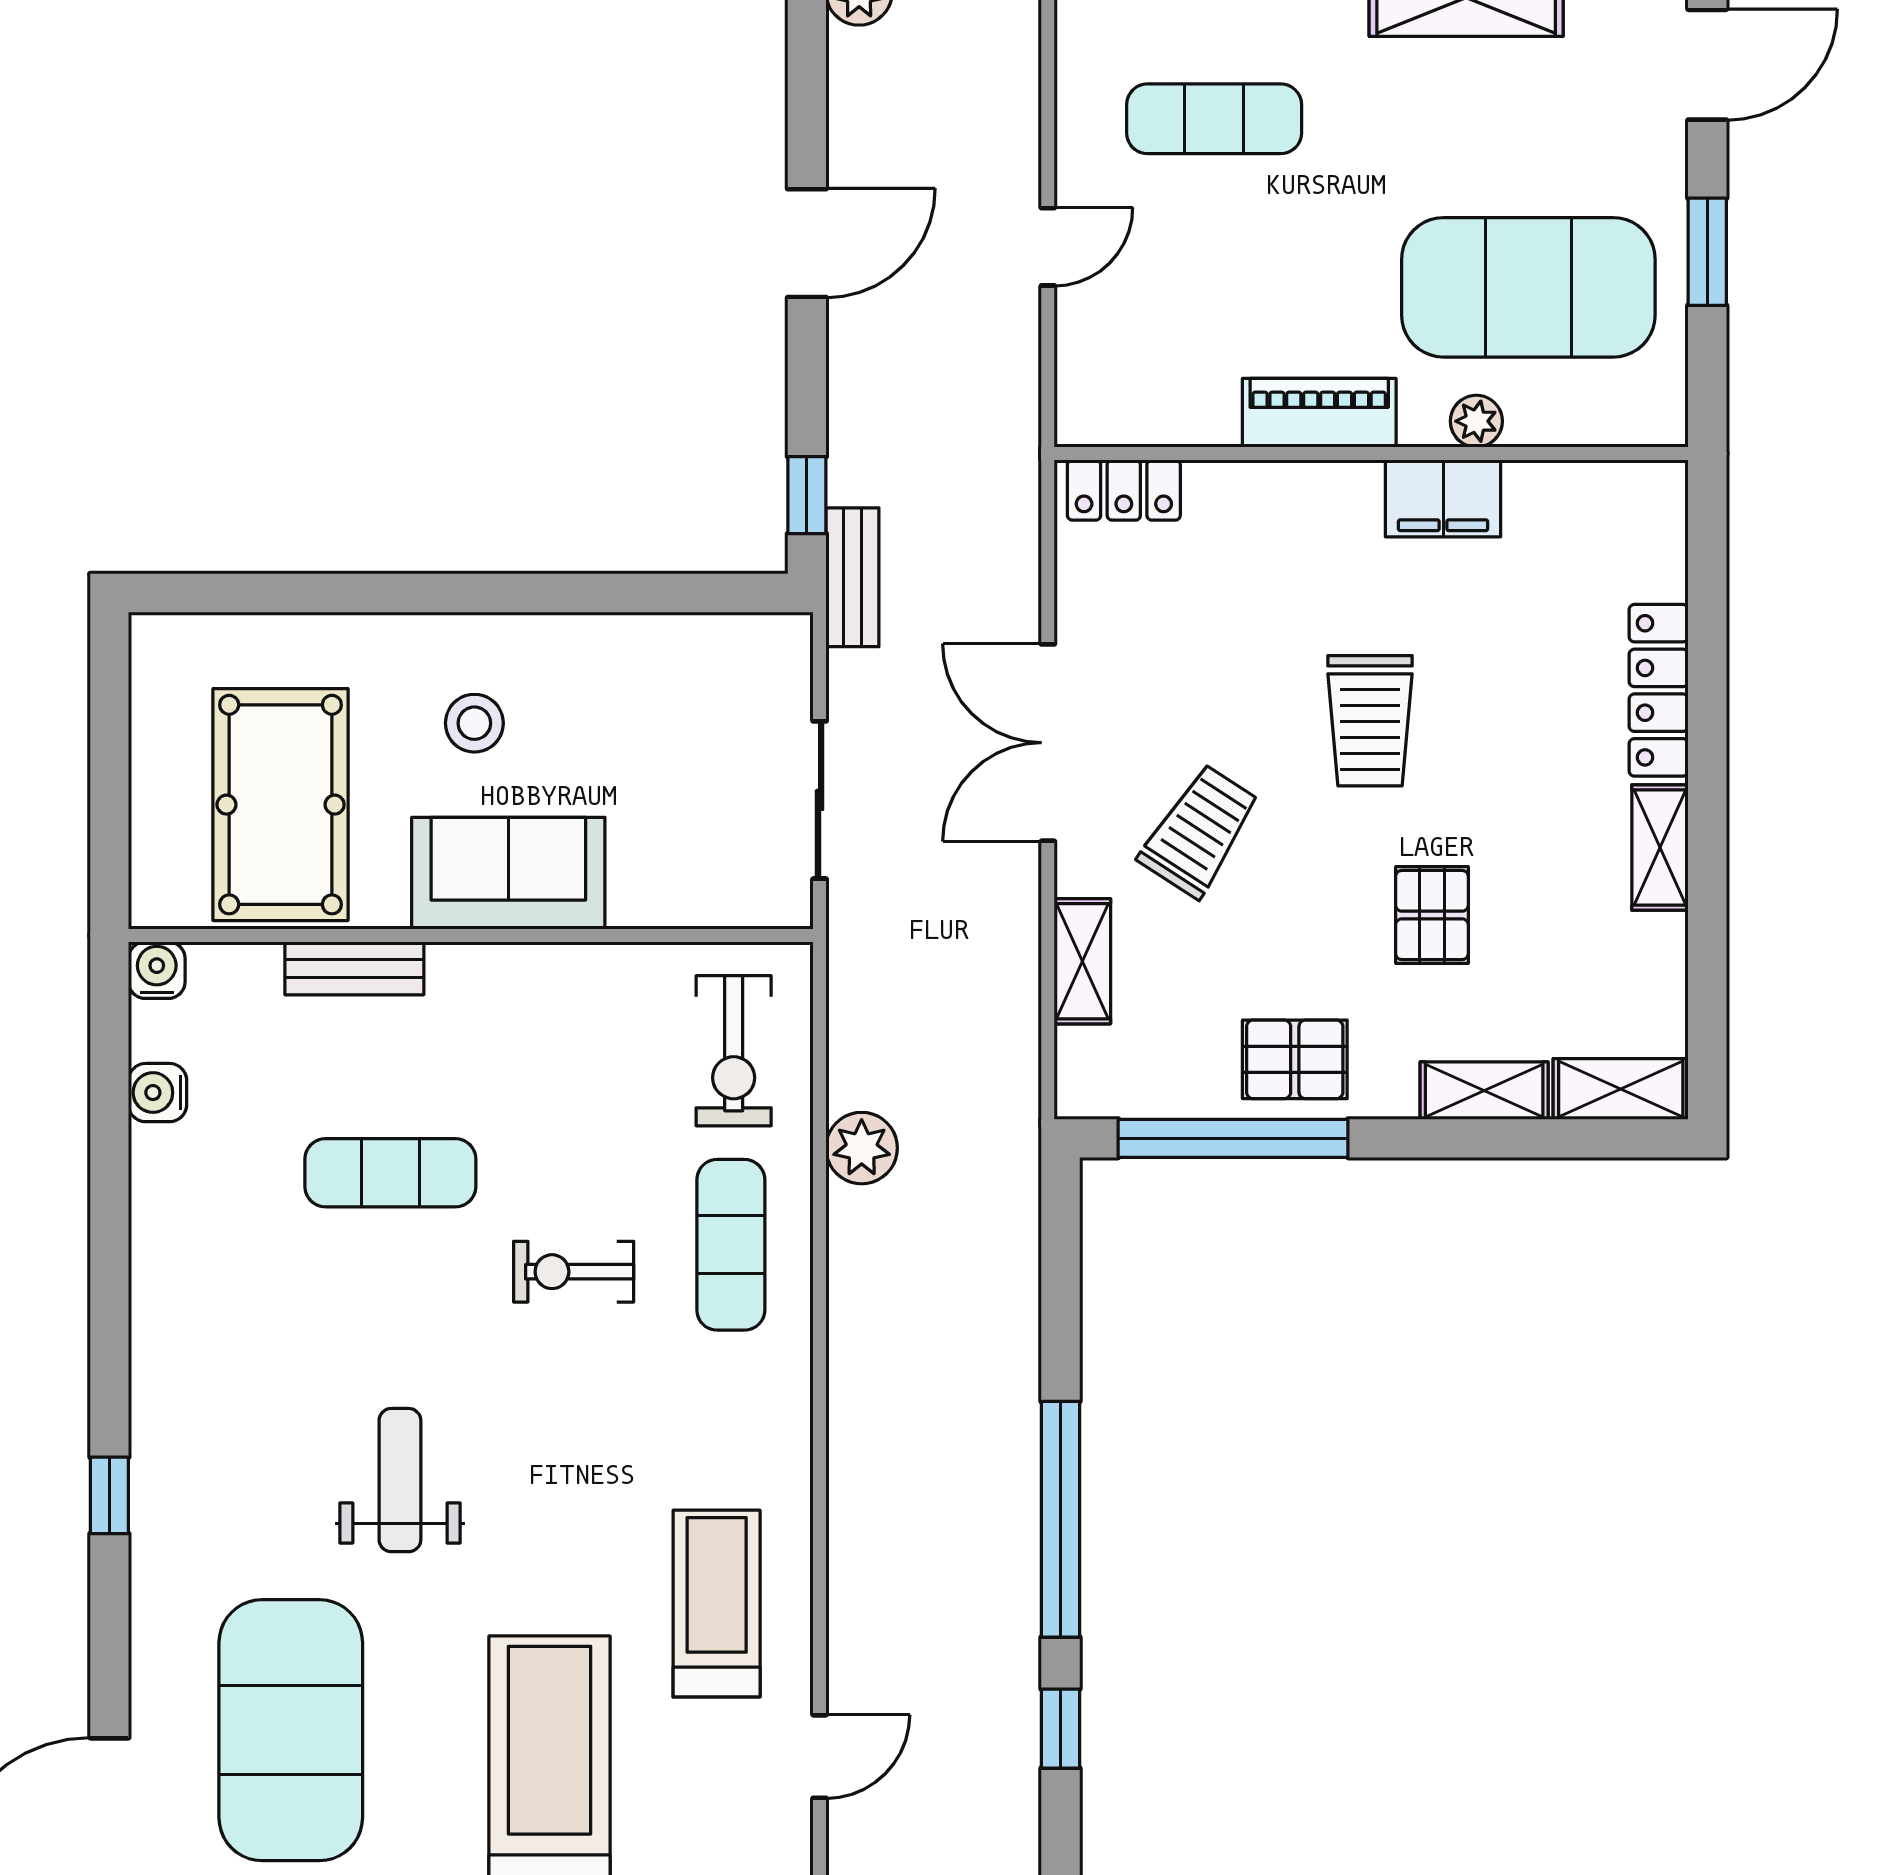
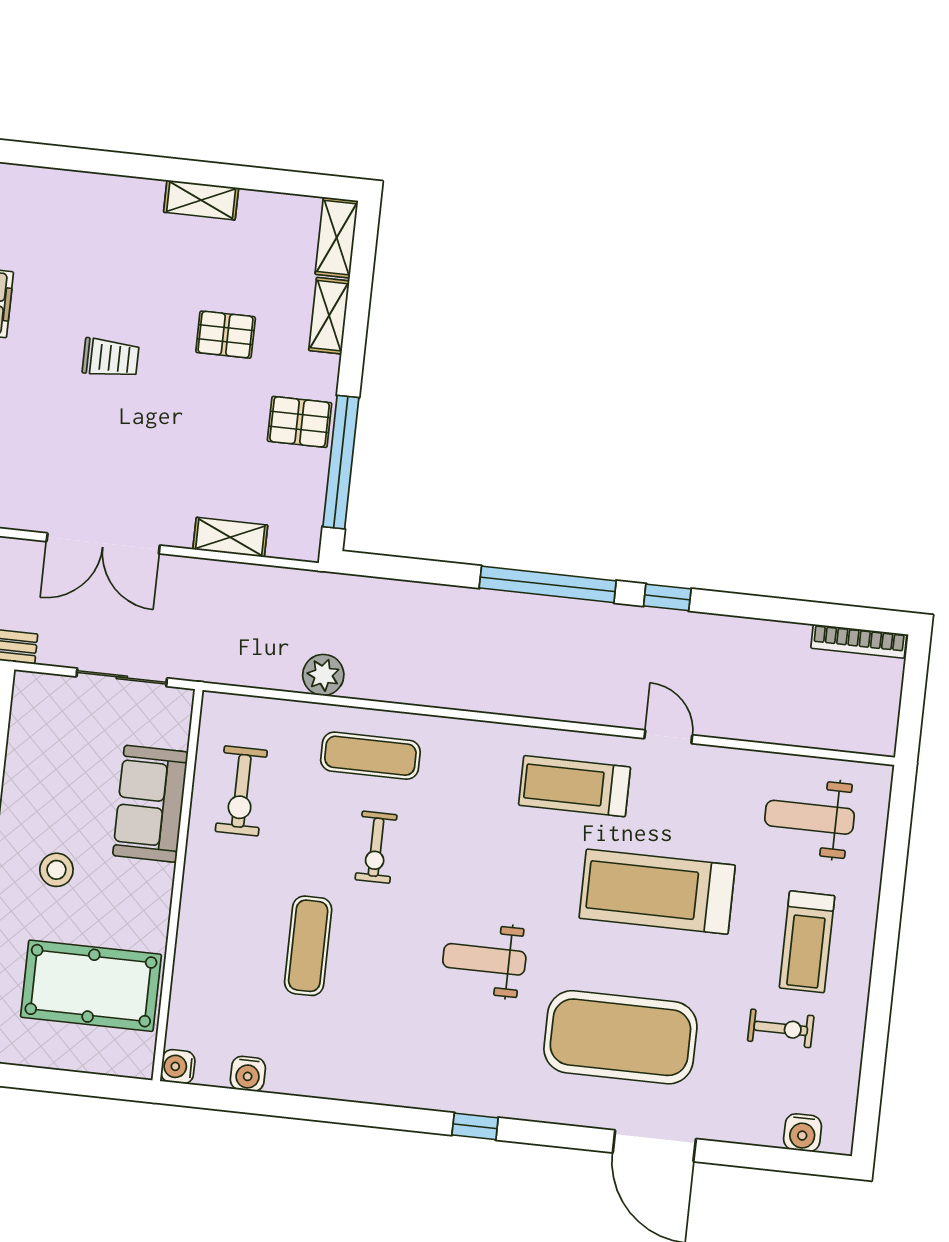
locker: (1659, 690) -> (111, 191), removed
trolley: (1370, 721) -> (111, 358), width x0.73, depth x0.72
trolley: (1199, 831) -> (163, 462), removed
sofa: (508, 873) -> (150, 804), moved
bench: (354, 968) -> (189, 954), removed
exercise bike: (734, 1051) -> (241, 791), moved, turned 90
pallet: (1295, 1059) -> (300, 422), turned 90

